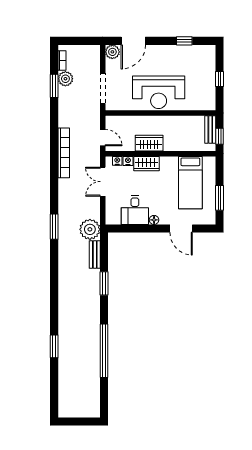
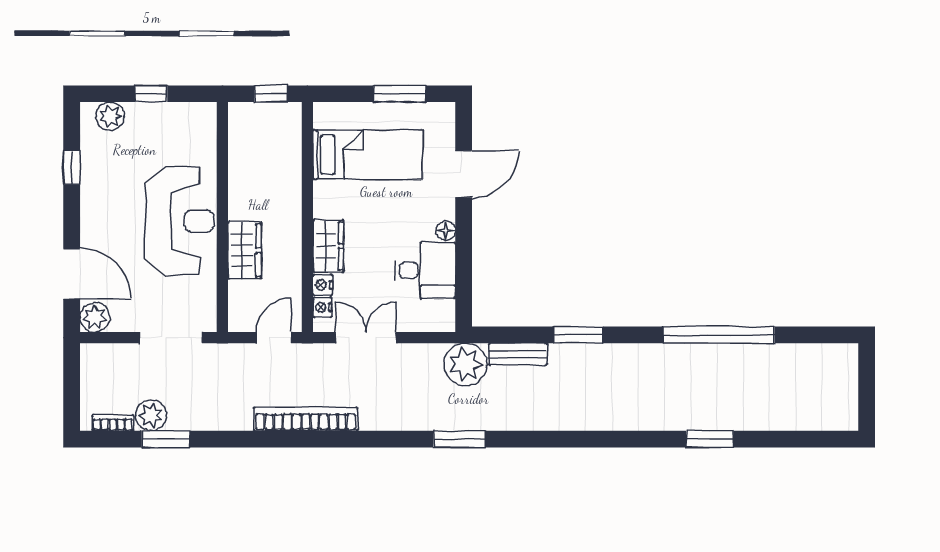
plant: (209, 59) -> (110, 116), added
bench: (210, 130) -> (257, 113), removed
wardrobe: (149, 143) -> (245, 250), moved, turned 180
double door: (103, 182) -> (366, 338), swing flipped

